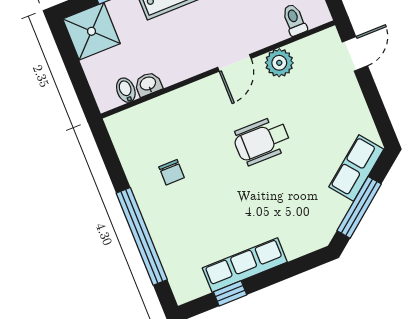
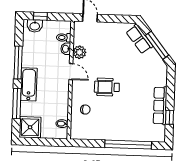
washbasin: (148, 84) -> (66, 49), moved
wheelchair: (262, 141) -> (107, 87), moved, turned 90
chair: (172, 172) -> (85, 110), moved

